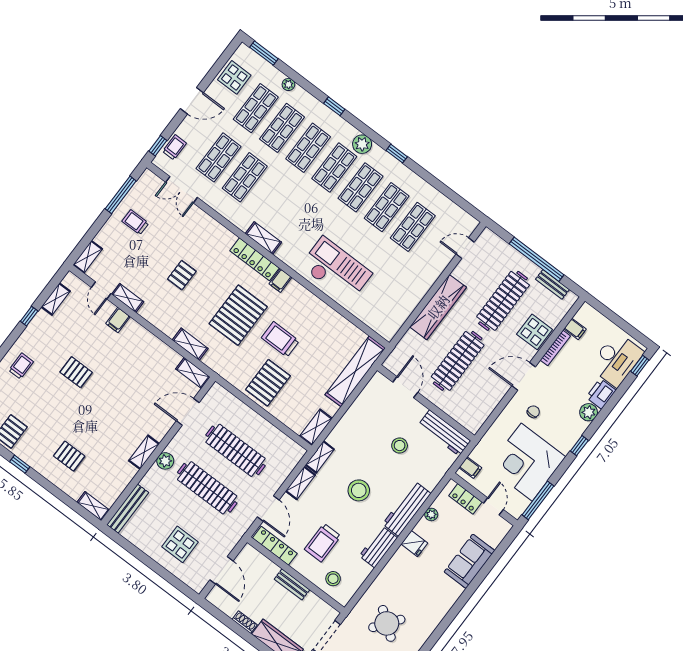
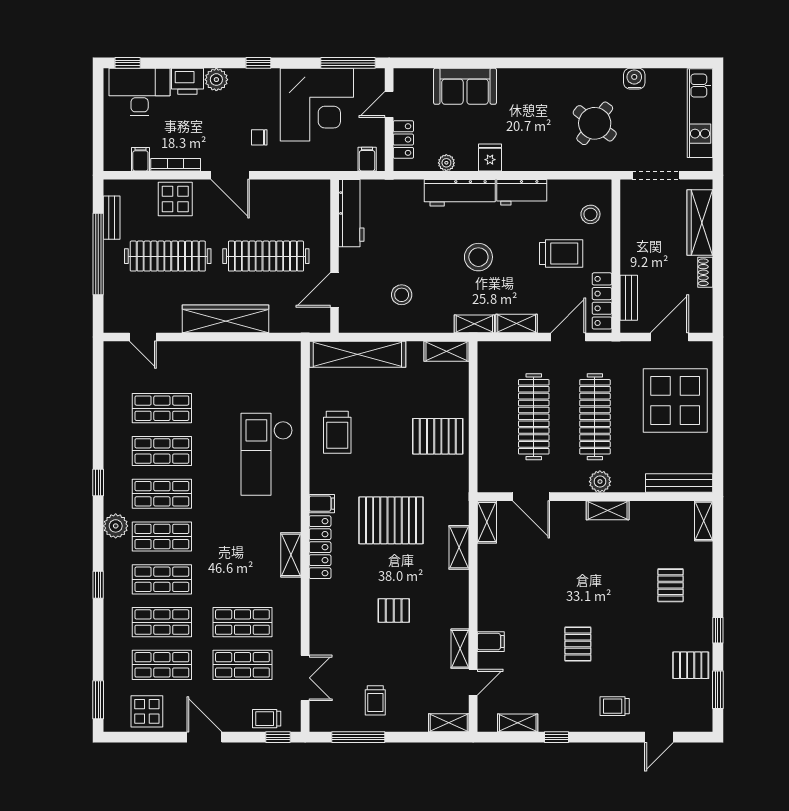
plant: (288, 84) -> (112, 650), removed
trolley: (280, 339) -> (337, 432), moved
stool: (400, 446) -> (402, 295), moved
display table: (180, 544) -> (675, 401), width x1.86, depth x1.86
bench: (292, 584) -> (629, 298), moved

